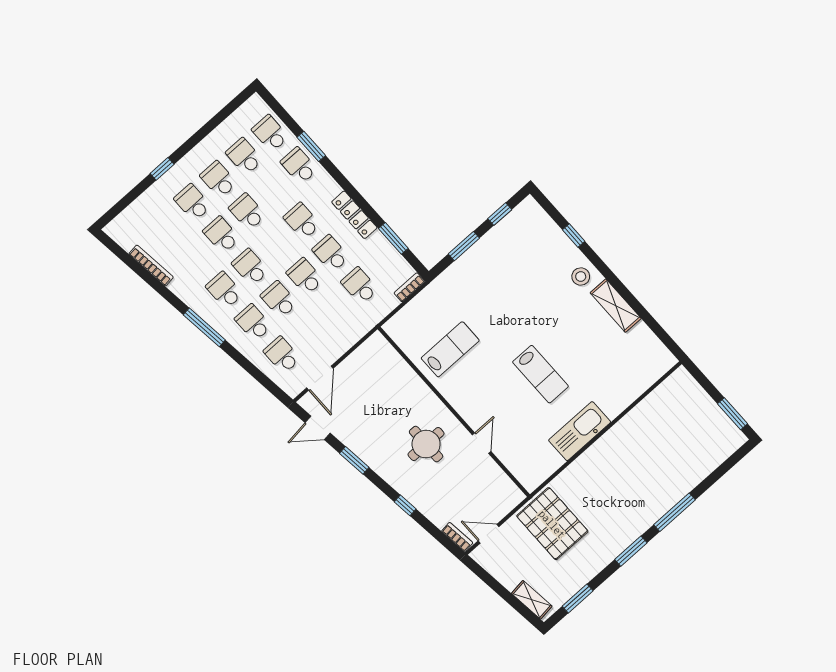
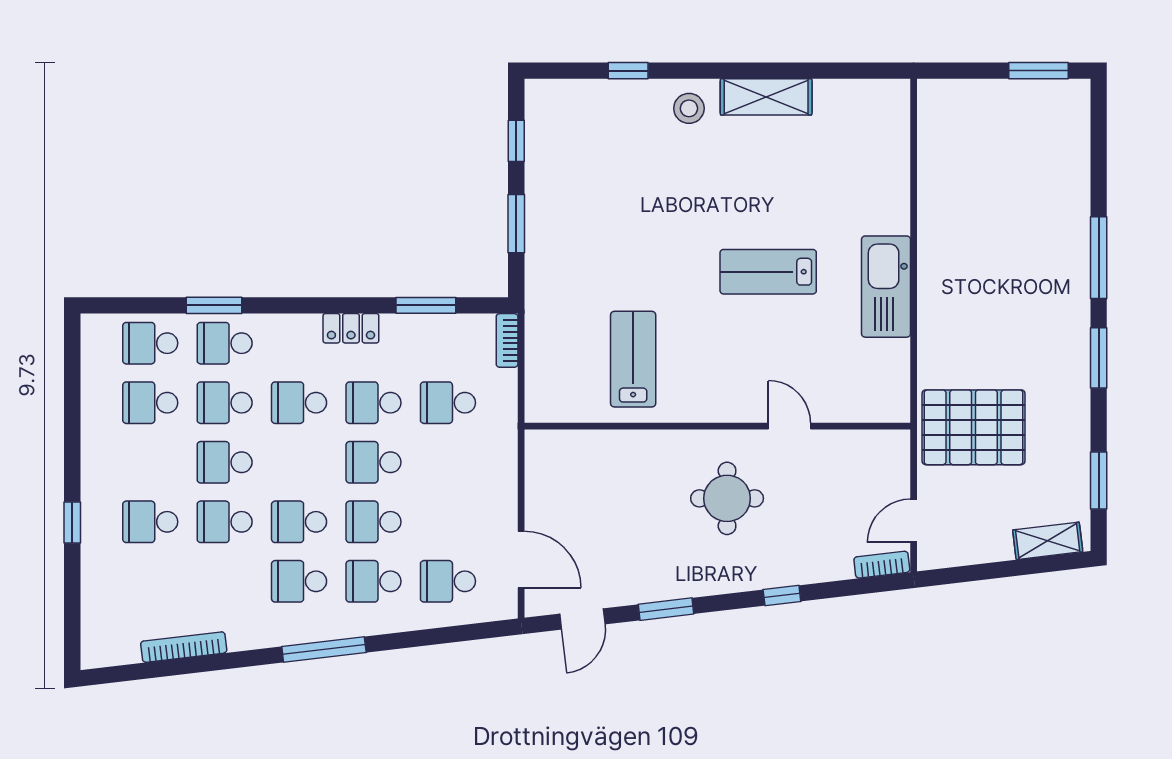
school desk: (218, 179) -> (225, 403), moved
locker: (354, 215) -> (351, 328), width x0.66
lab bench: (540, 374) -> (768, 272), turned 180

